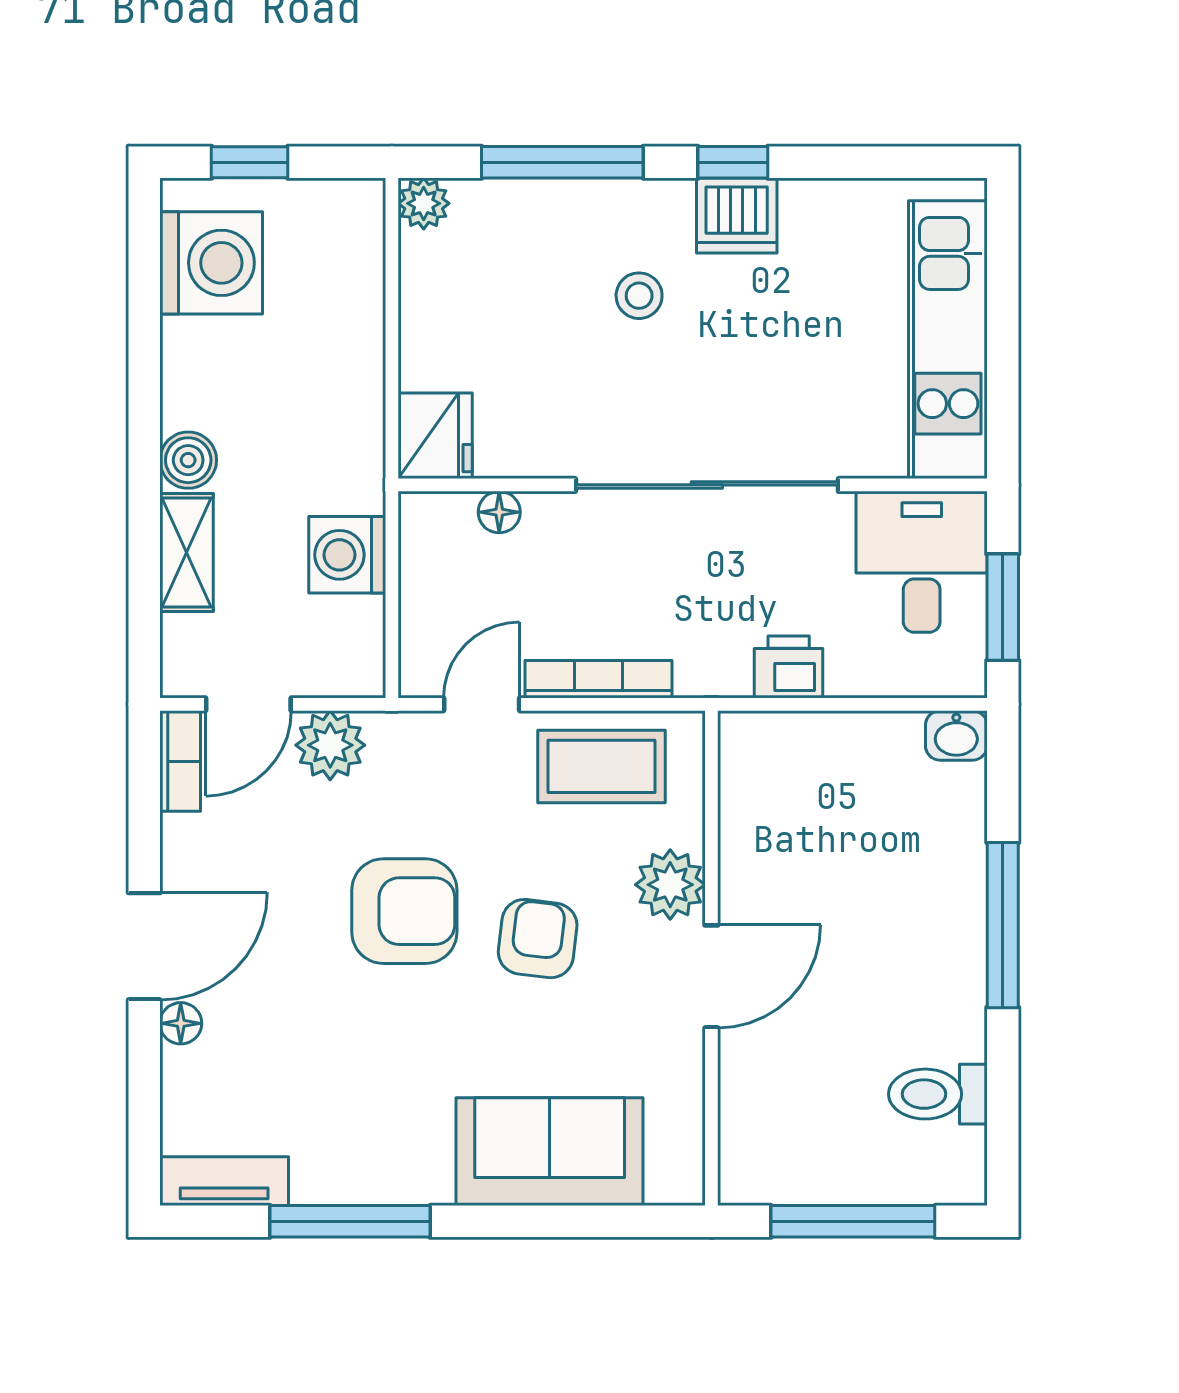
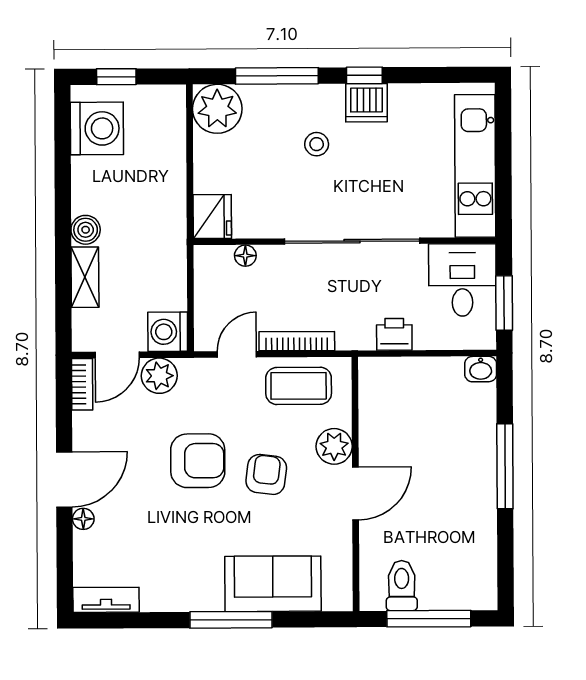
plant: (424, 203) -> (217, 109), width x1.87, depth x1.87
washing machine: (347, 555) -> (168, 332), moved
toilet: (938, 1094) -> (402, 586), moved, turned 90
window: (350, 1221) -> (231, 620), moved

